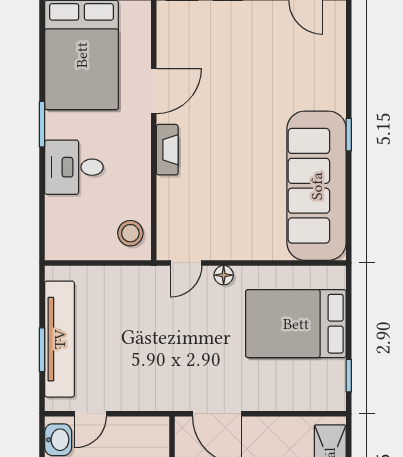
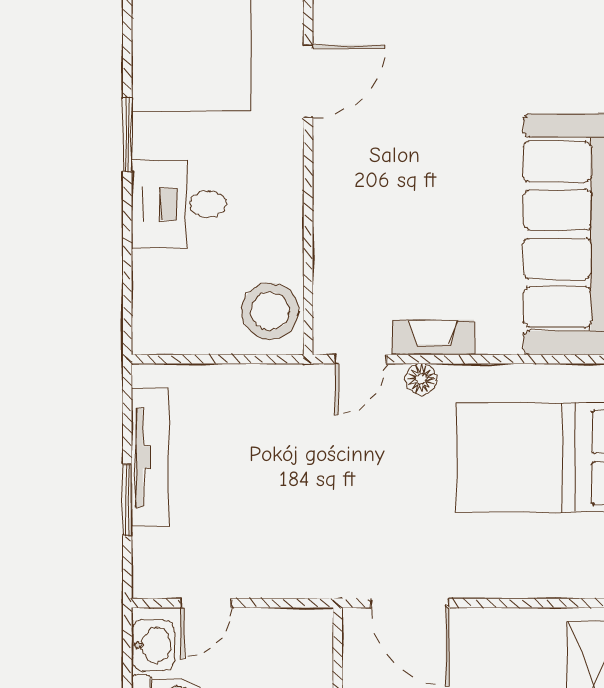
fireplace: (167, 150) -> (433, 337), moved, turned -90
stool: (130, 233) -> (270, 311), width x1.38, depth x1.38
tv unit: (60, 339) -> (150, 457), width x0.73, depth x0.78

